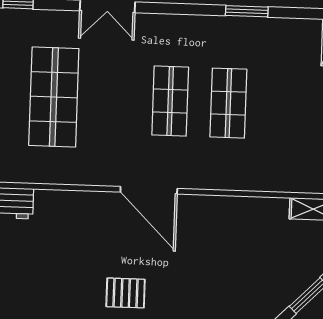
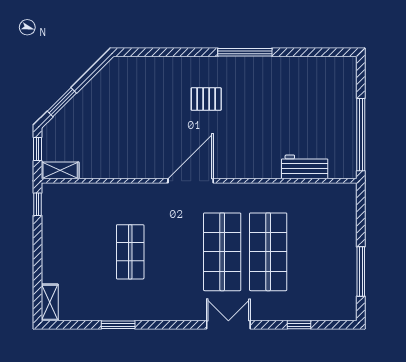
shop shelf: (170, 101) -> (222, 252), moved, width x1.43, depth x1.36
door: (149, 190) -> (191, 181), hinge flipped

